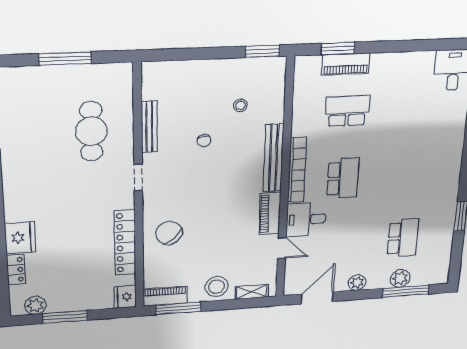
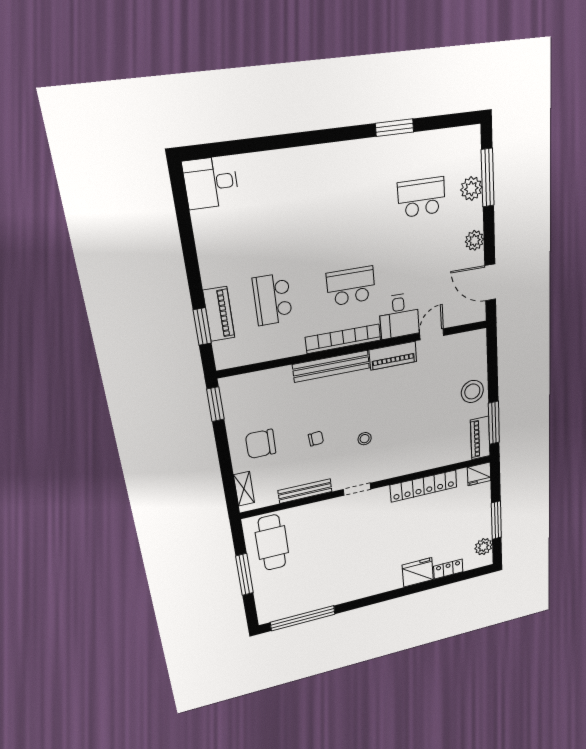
stool: (240, 105) -> (365, 439), moved
cafe table: (91, 131) -> (272, 543), moved, turned 90
chair: (169, 233) -> (261, 444), moved, turned 40
shelving: (252, 292) -> (244, 489), moved

